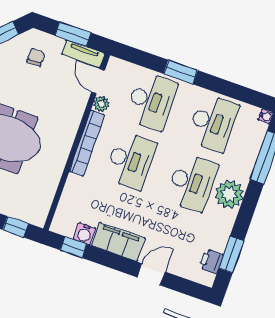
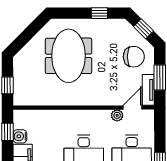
chair: (36, 57) -> (134, 57), width x1.87, depth x1.87
bookcase: (87, 143) -> (85, 115), removed

